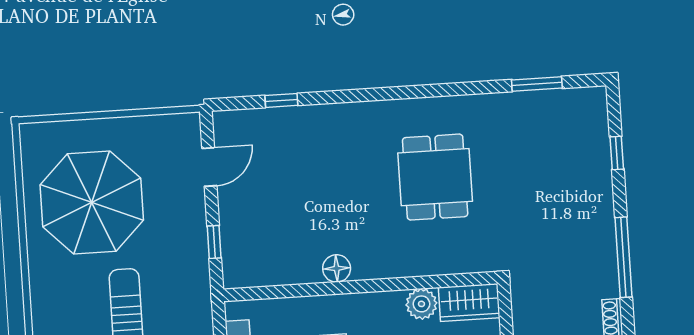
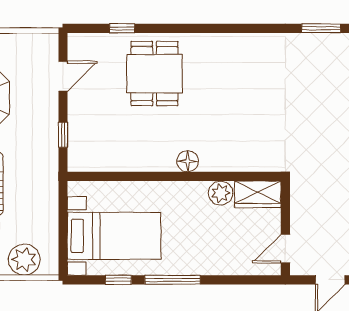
dining table: (435, 177) -> (155, 74), moved
floor lamp: (337, 268) -> (188, 161), moved

